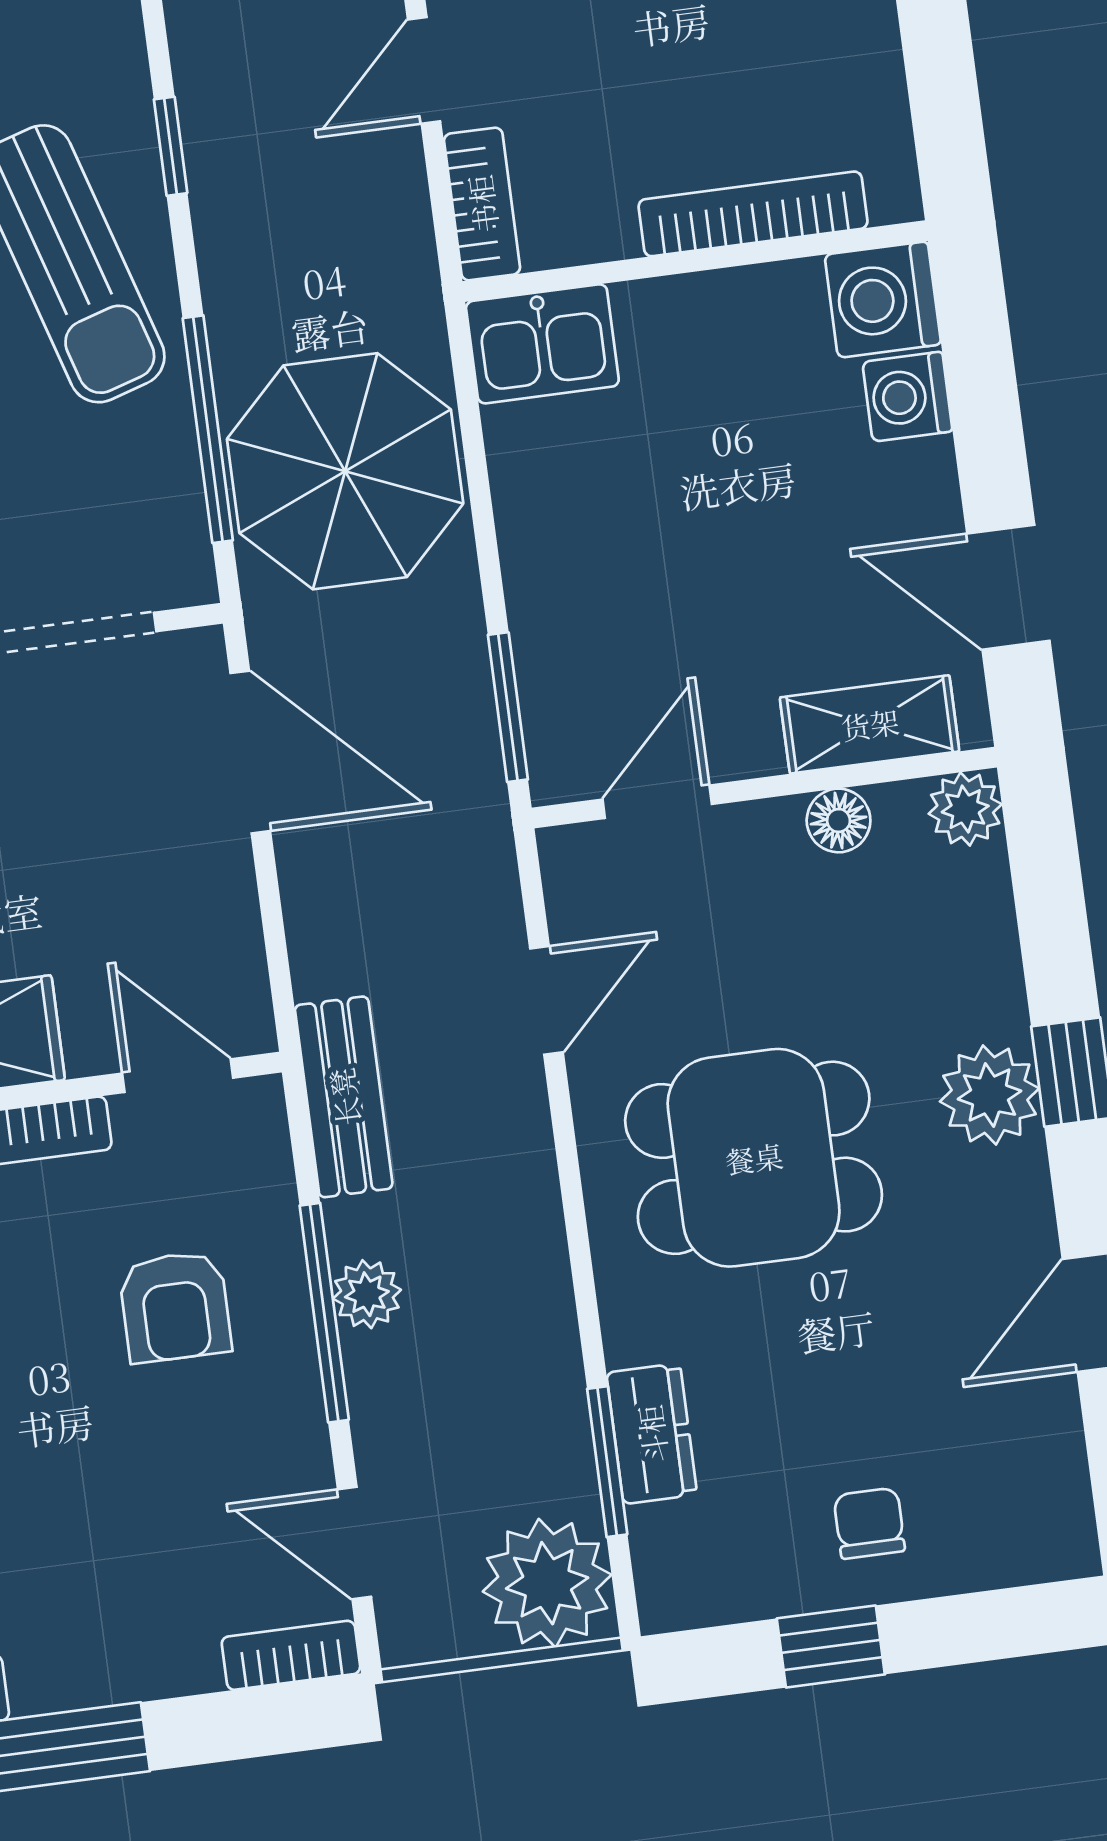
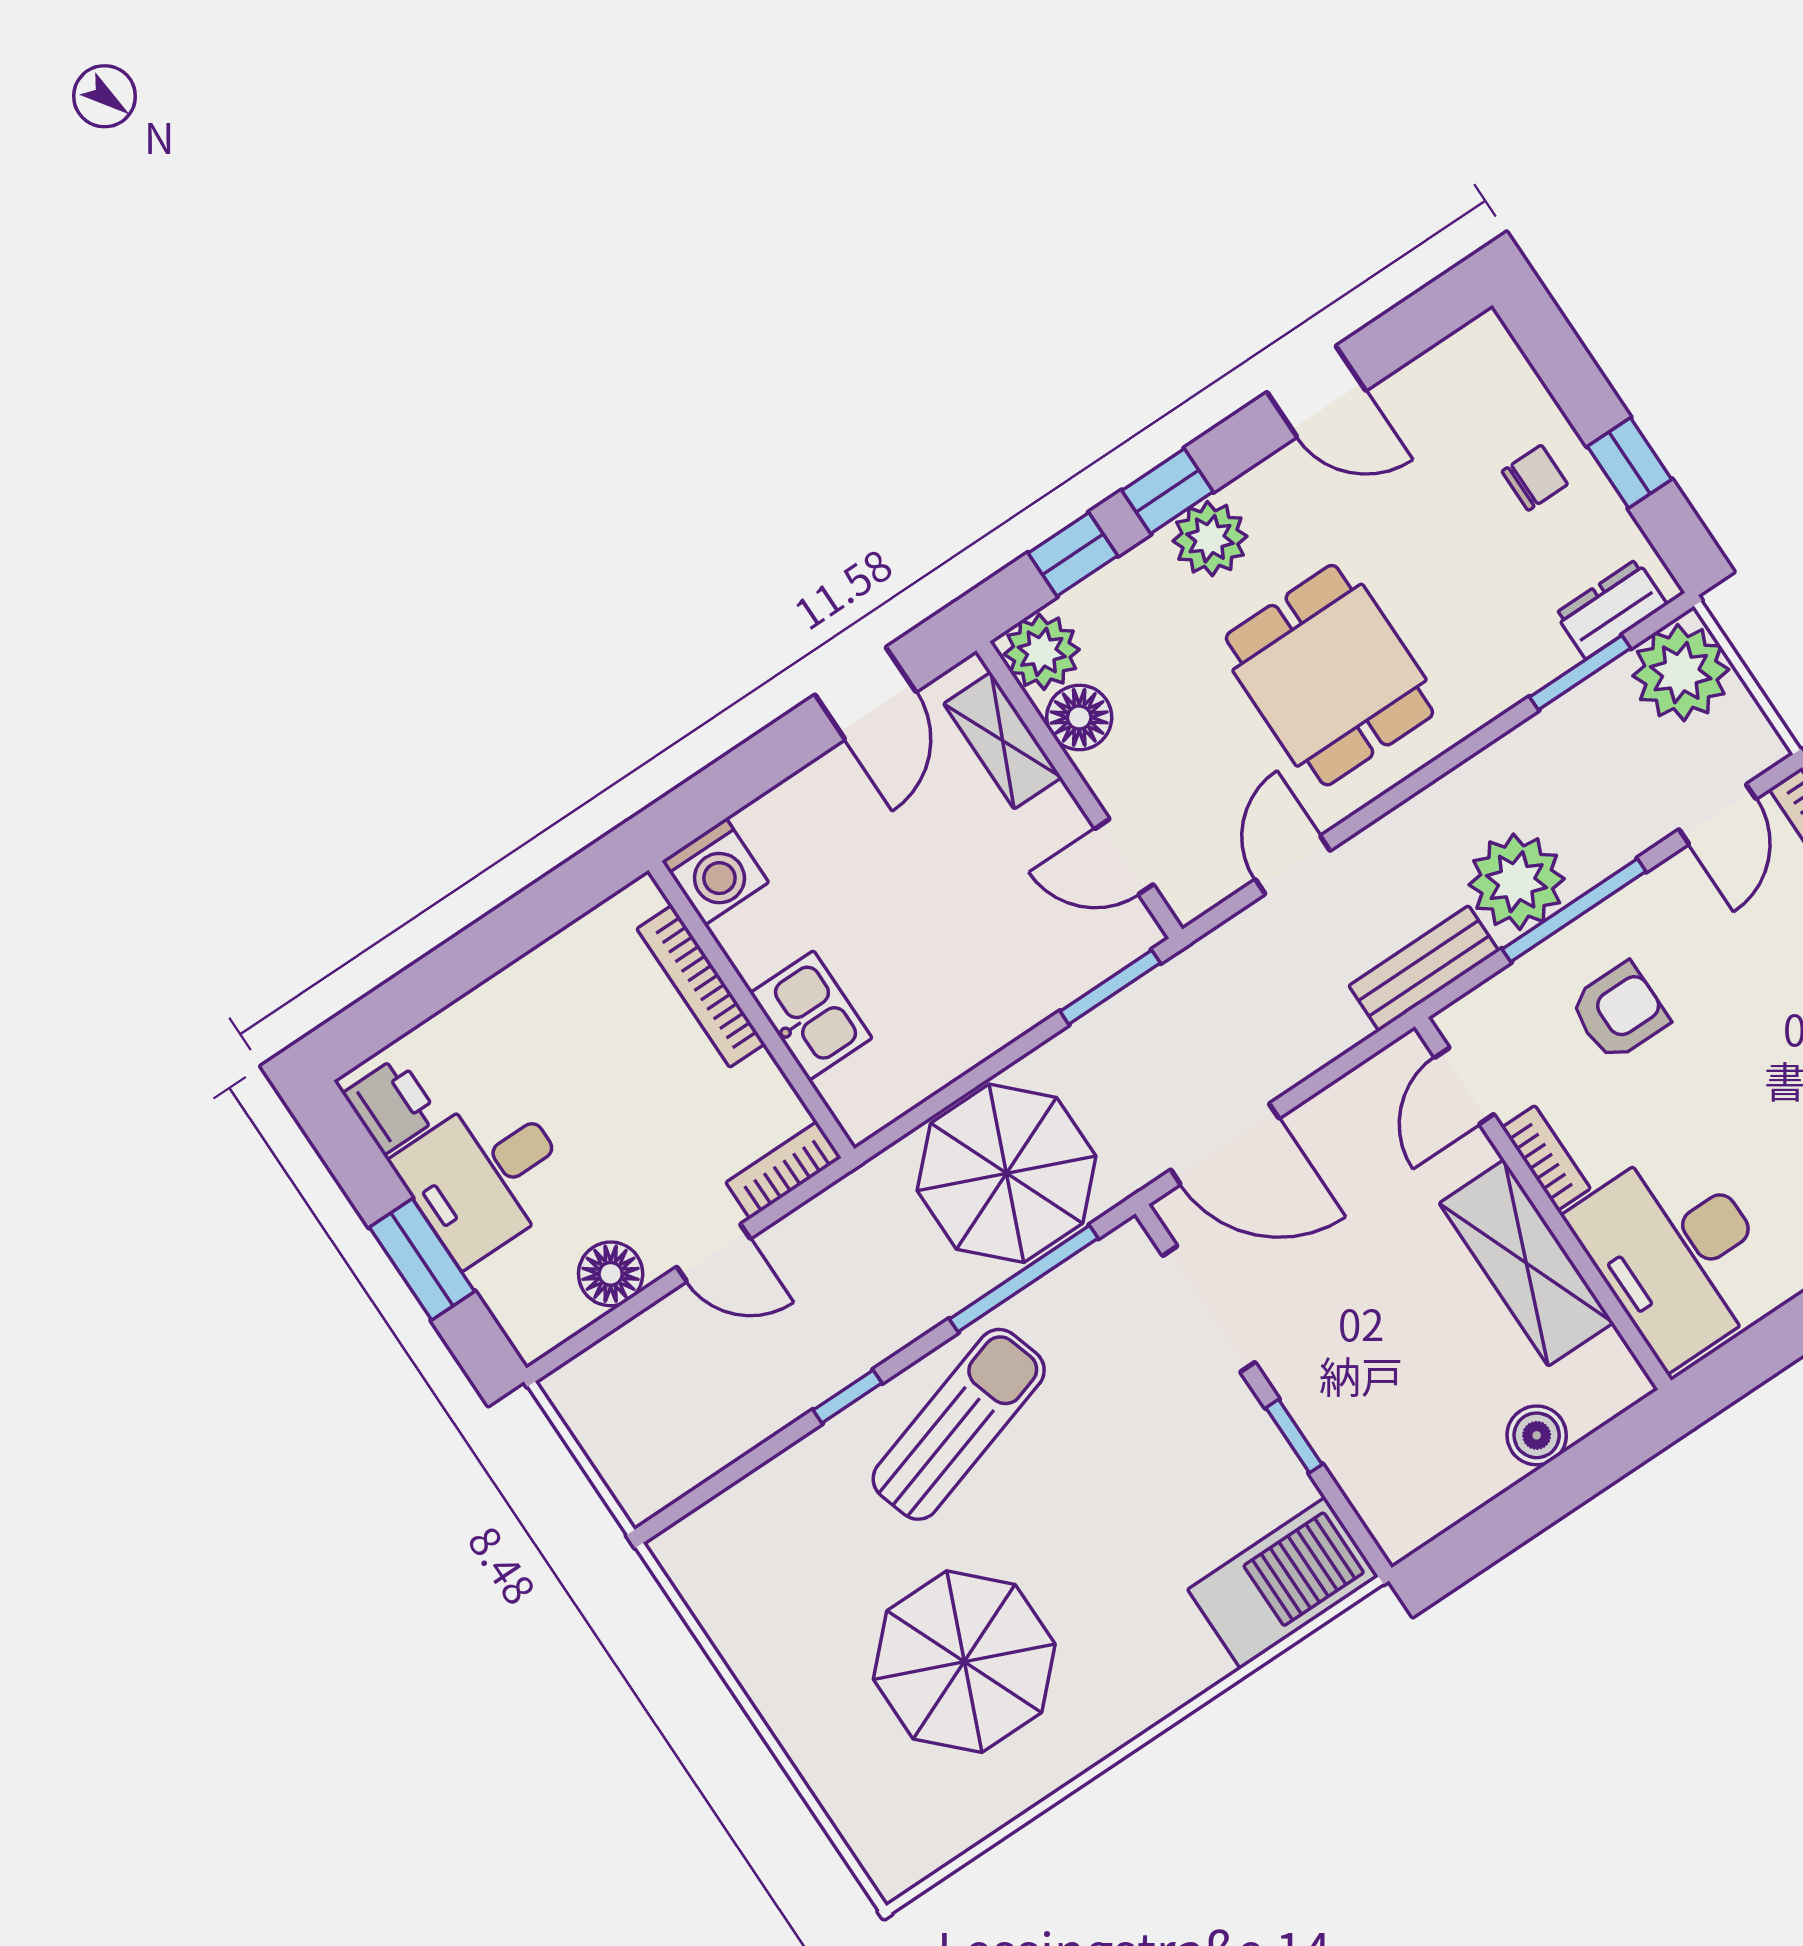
kitchen sink: (542, 344) -> (811, 1016), moved
washing machine: (907, 397) -> (772, 823), removed
door: (250, 752) -> (1225, 1144), swing flipped
plant: (965, 809) -> (1042, 652), width x1.38, depth x1.38
floor lamp: (839, 820) -> (1079, 717), width x1.37, depth x1.37
window: (1052, 920) -> (1073, 554), added
door: (546, 1000) -> (1293, 865), hinge flipped
plant: (367, 1294) -> (1517, 882), width x1.88, depth x1.88
dresser: (652, 1434) -> (1611, 609), moved
chair: (869, 1523) -> (1535, 478), turned 180

